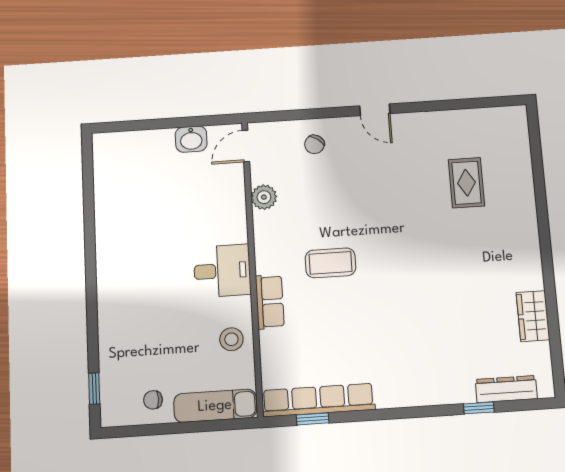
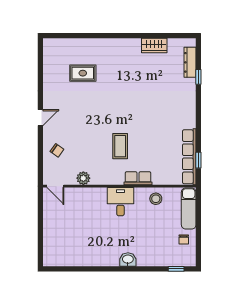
washbasin: (191, 139) -> (128, 260), moved, turned -90

